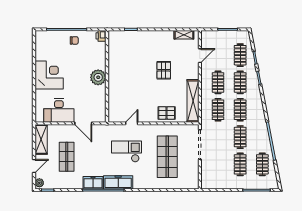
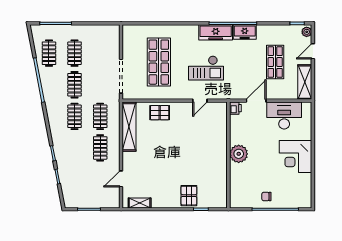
printer: (101, 36) -> (235, 108), moved
clothes rail: (240, 55) -> (75, 179), removed
pallet: (164, 70) -> (189, 196), moved
clothes rail: (240, 82) -> (75, 148), removed
door: (83, 123) -> (256, 101), hinge flipped

